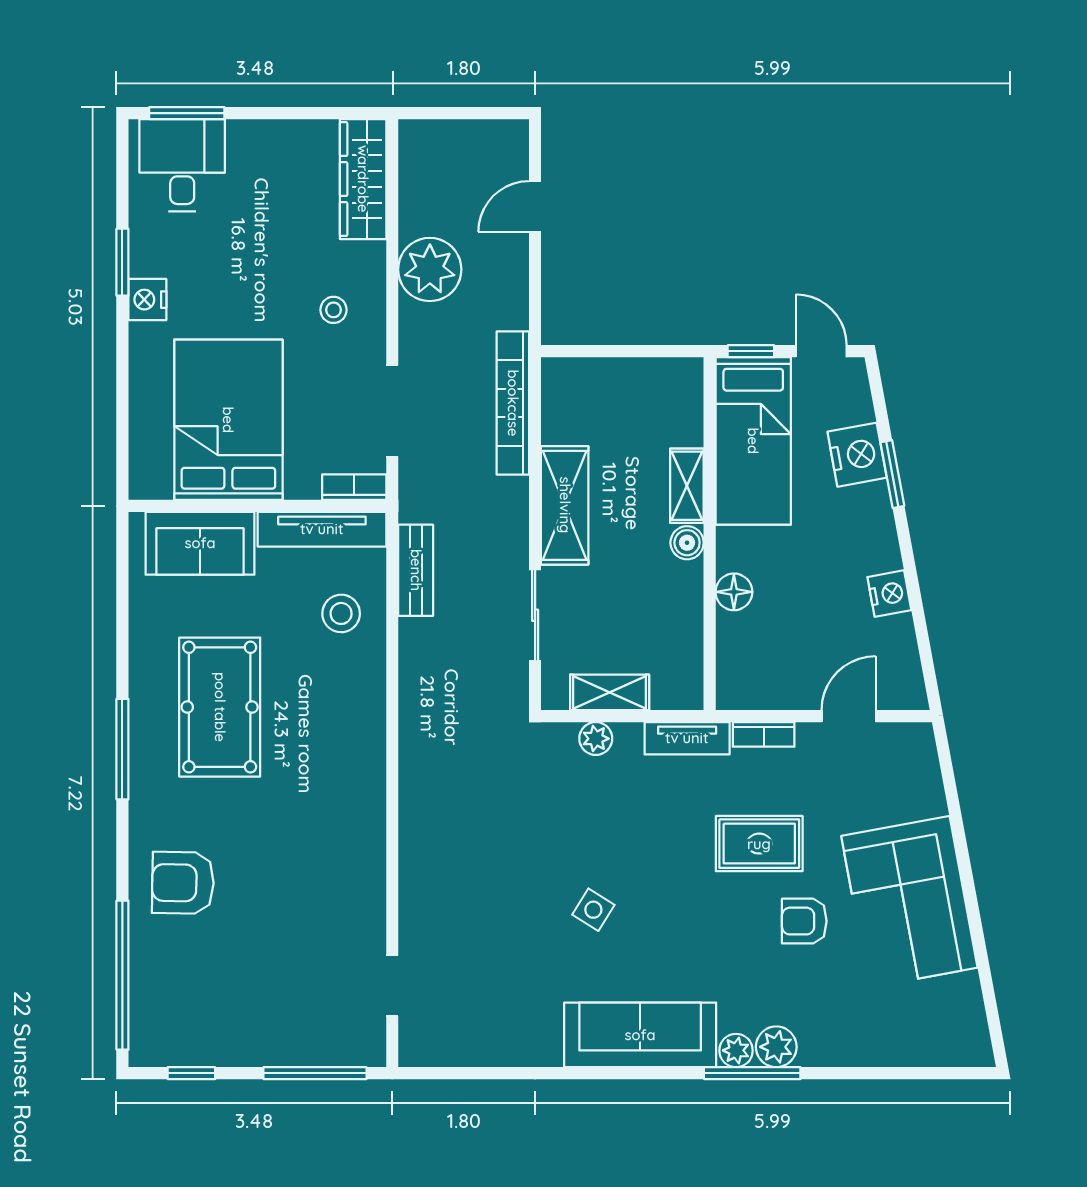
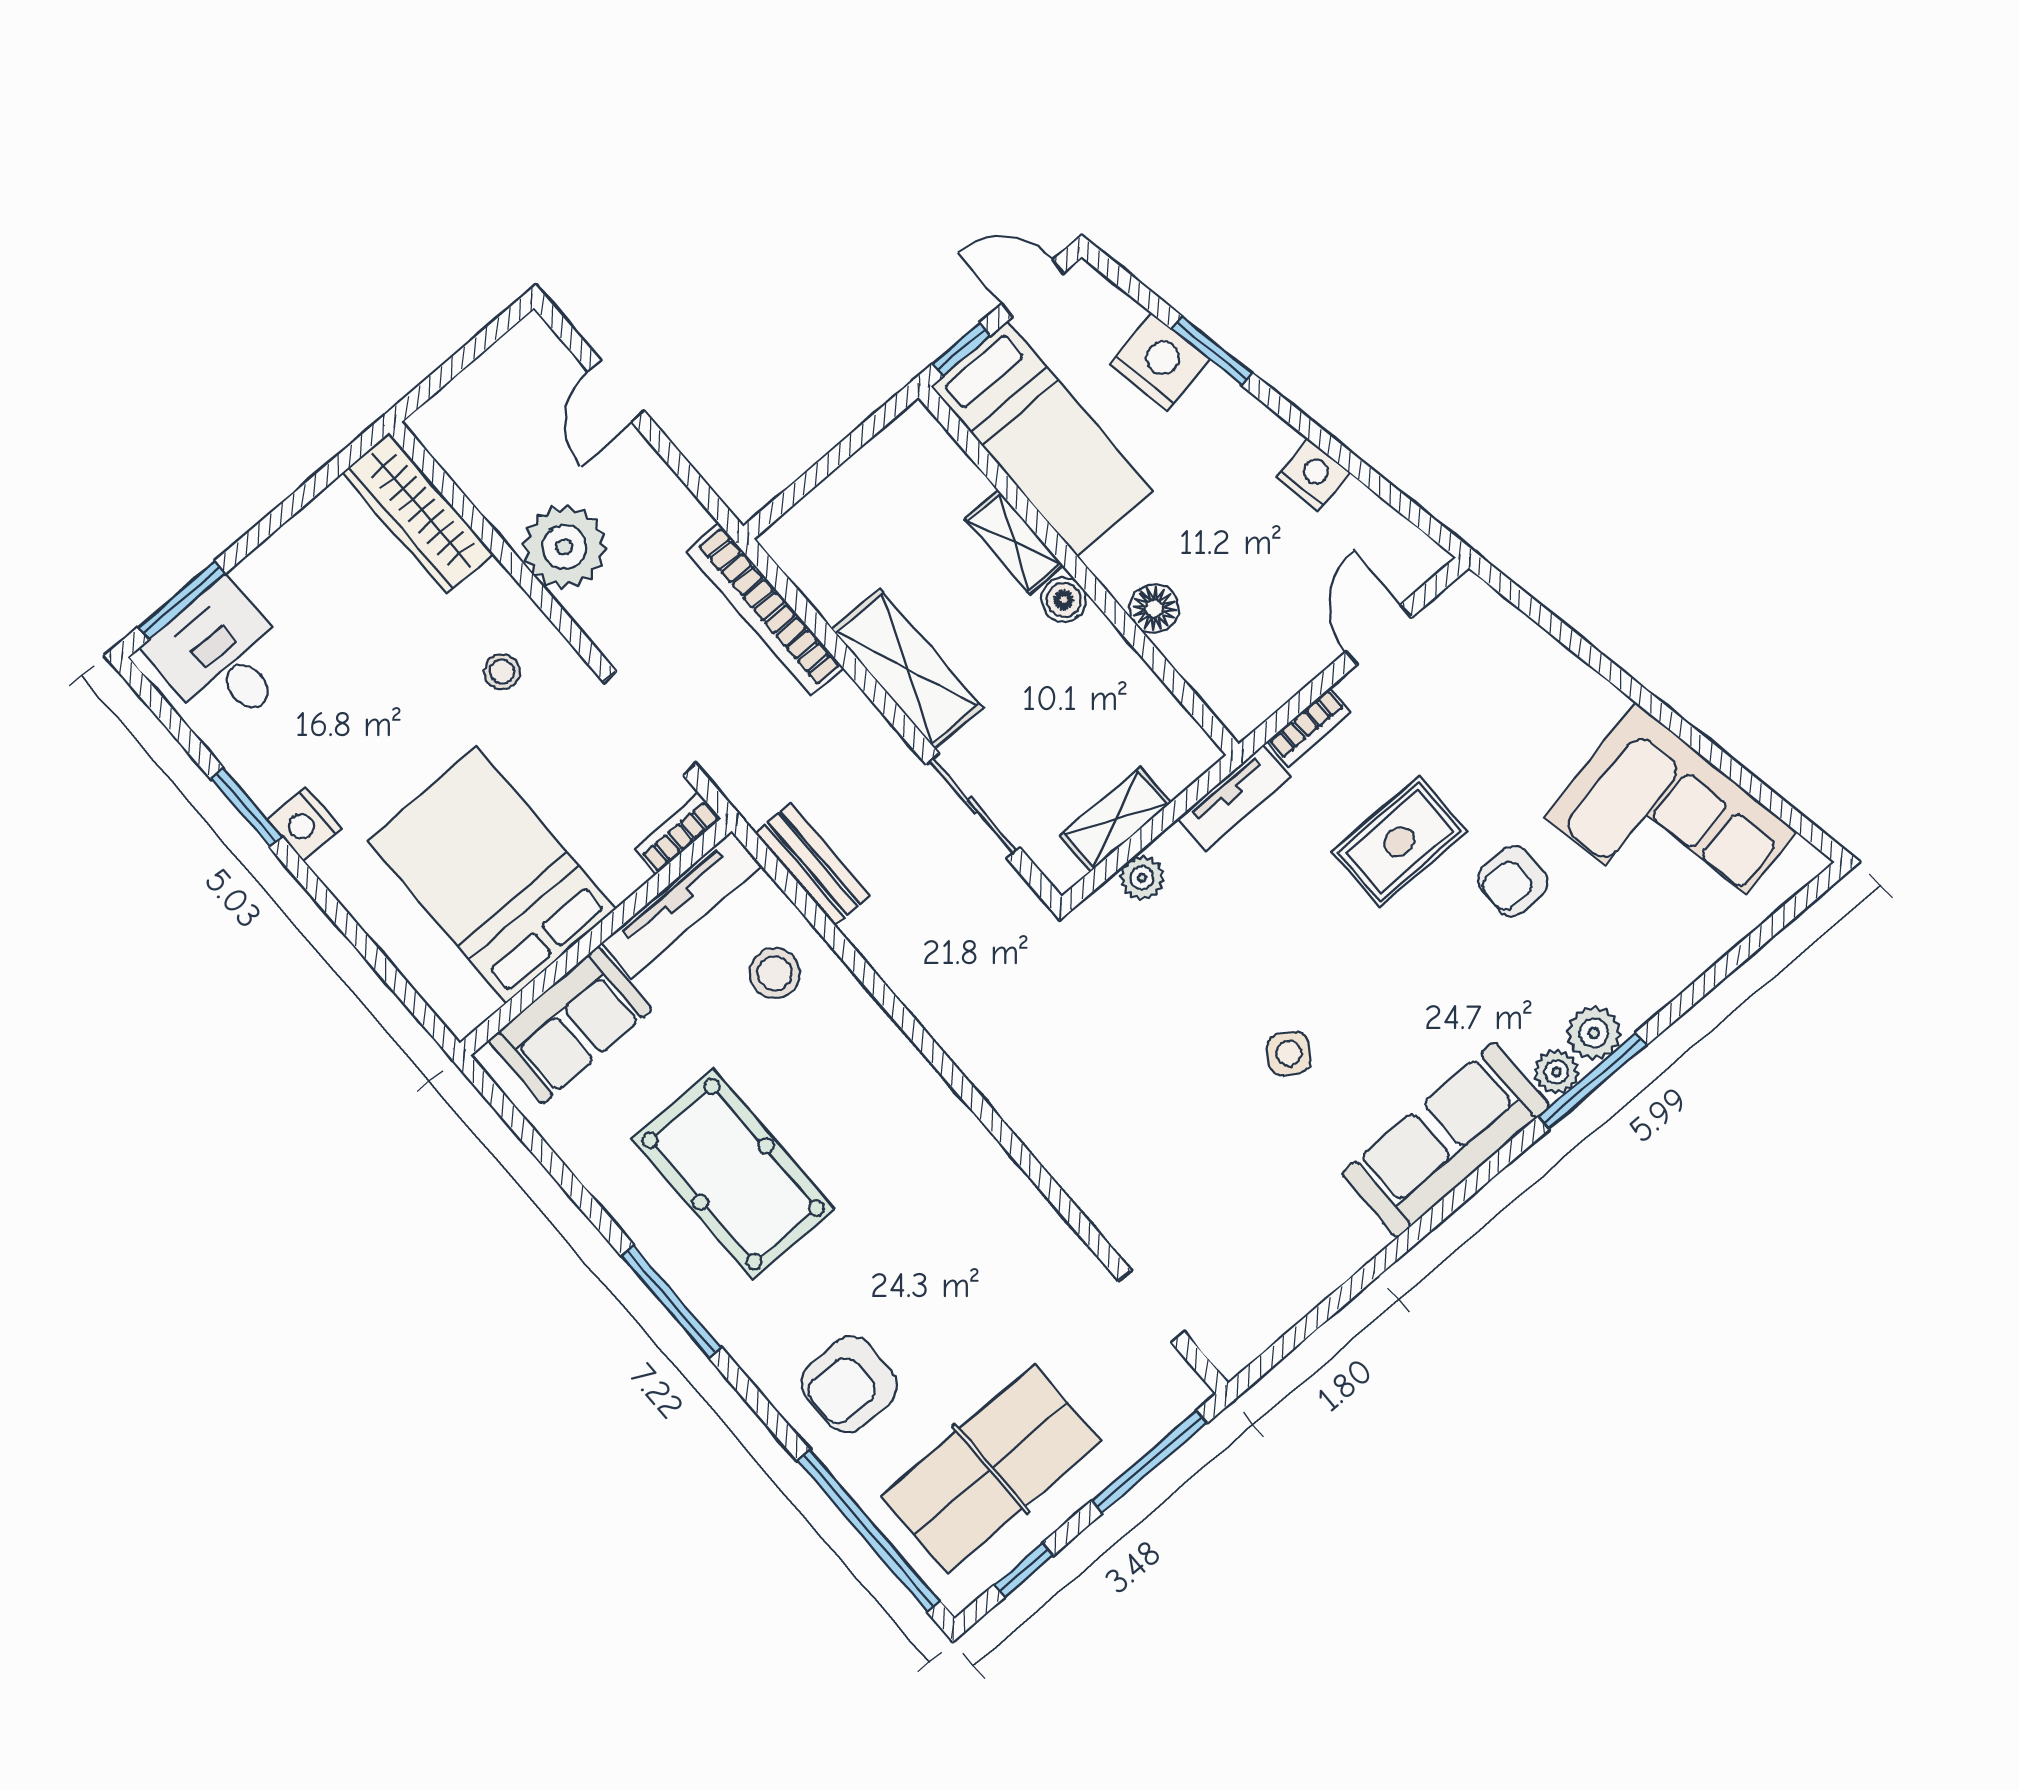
corner sofa: (909, 902) -> (1670, 824), moved
table tennis table: (222, 1000) -> (991, 1469), added

